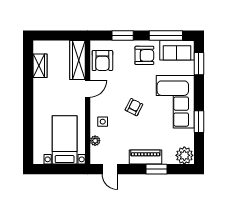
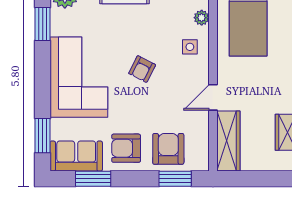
window: (123, 35) -> (175, 179), moved
window: (166, 35) -> (93, 179), width x0.69
armchair: (102, 61) -> (168, 149), moved
window: (199, 122) -> (43, 24), moved

